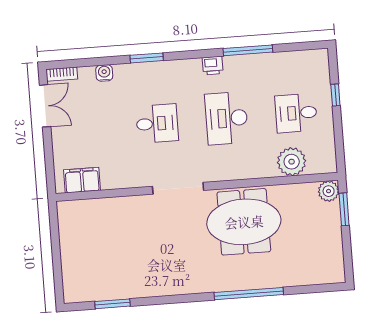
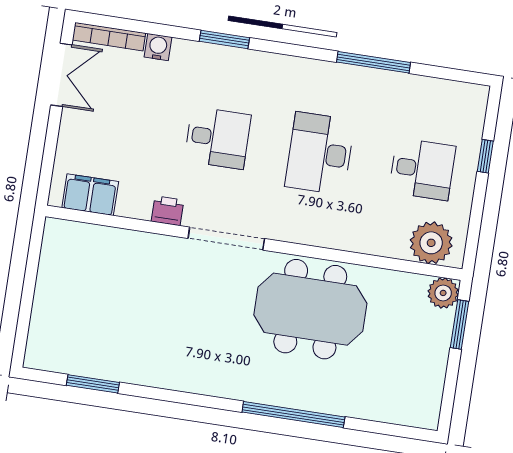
printer: (213, 66) -> (167, 211), moved, turned 180
bookcase: (62, 74) -> (109, 37), width x1.56
desk: (296, 113) -> (422, 169), turned 180
plant: (292, 162) -> (431, 243), moved

